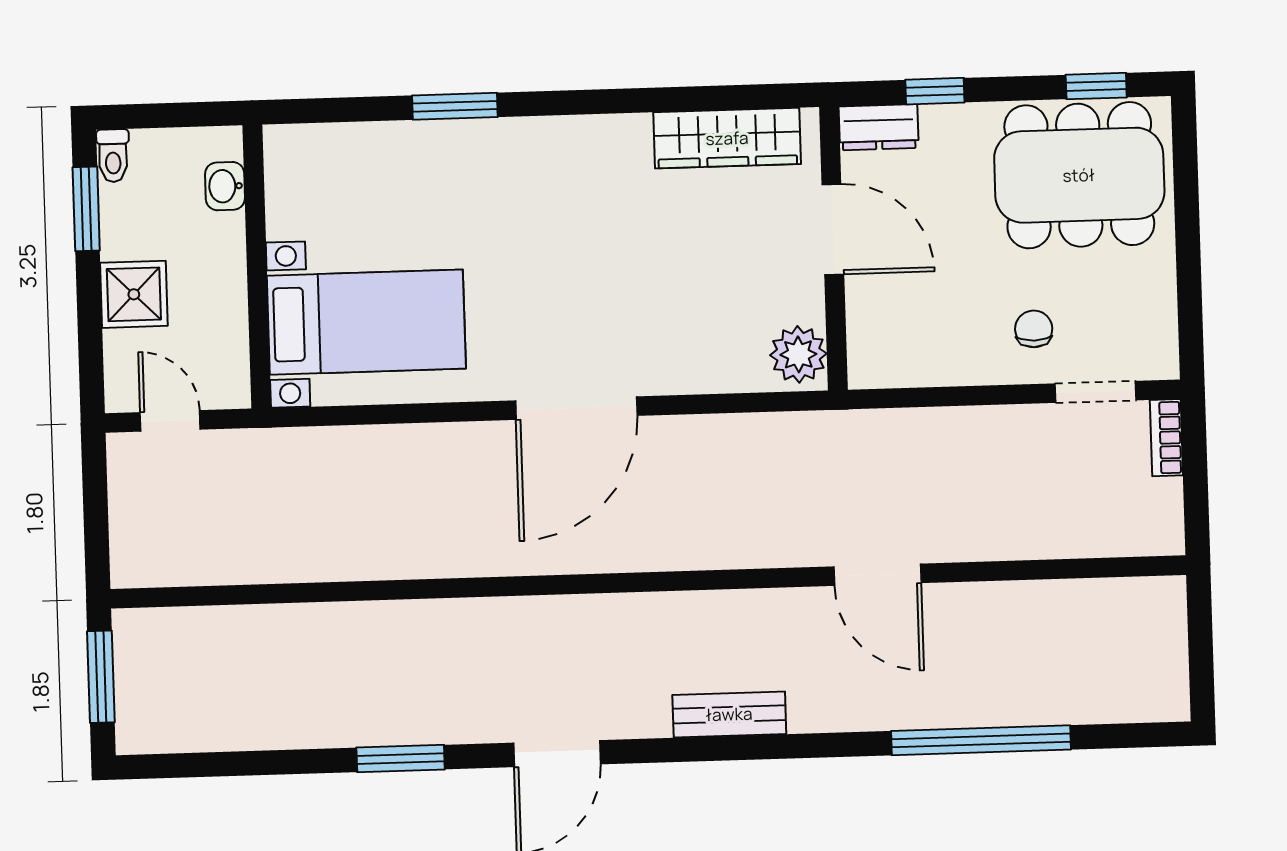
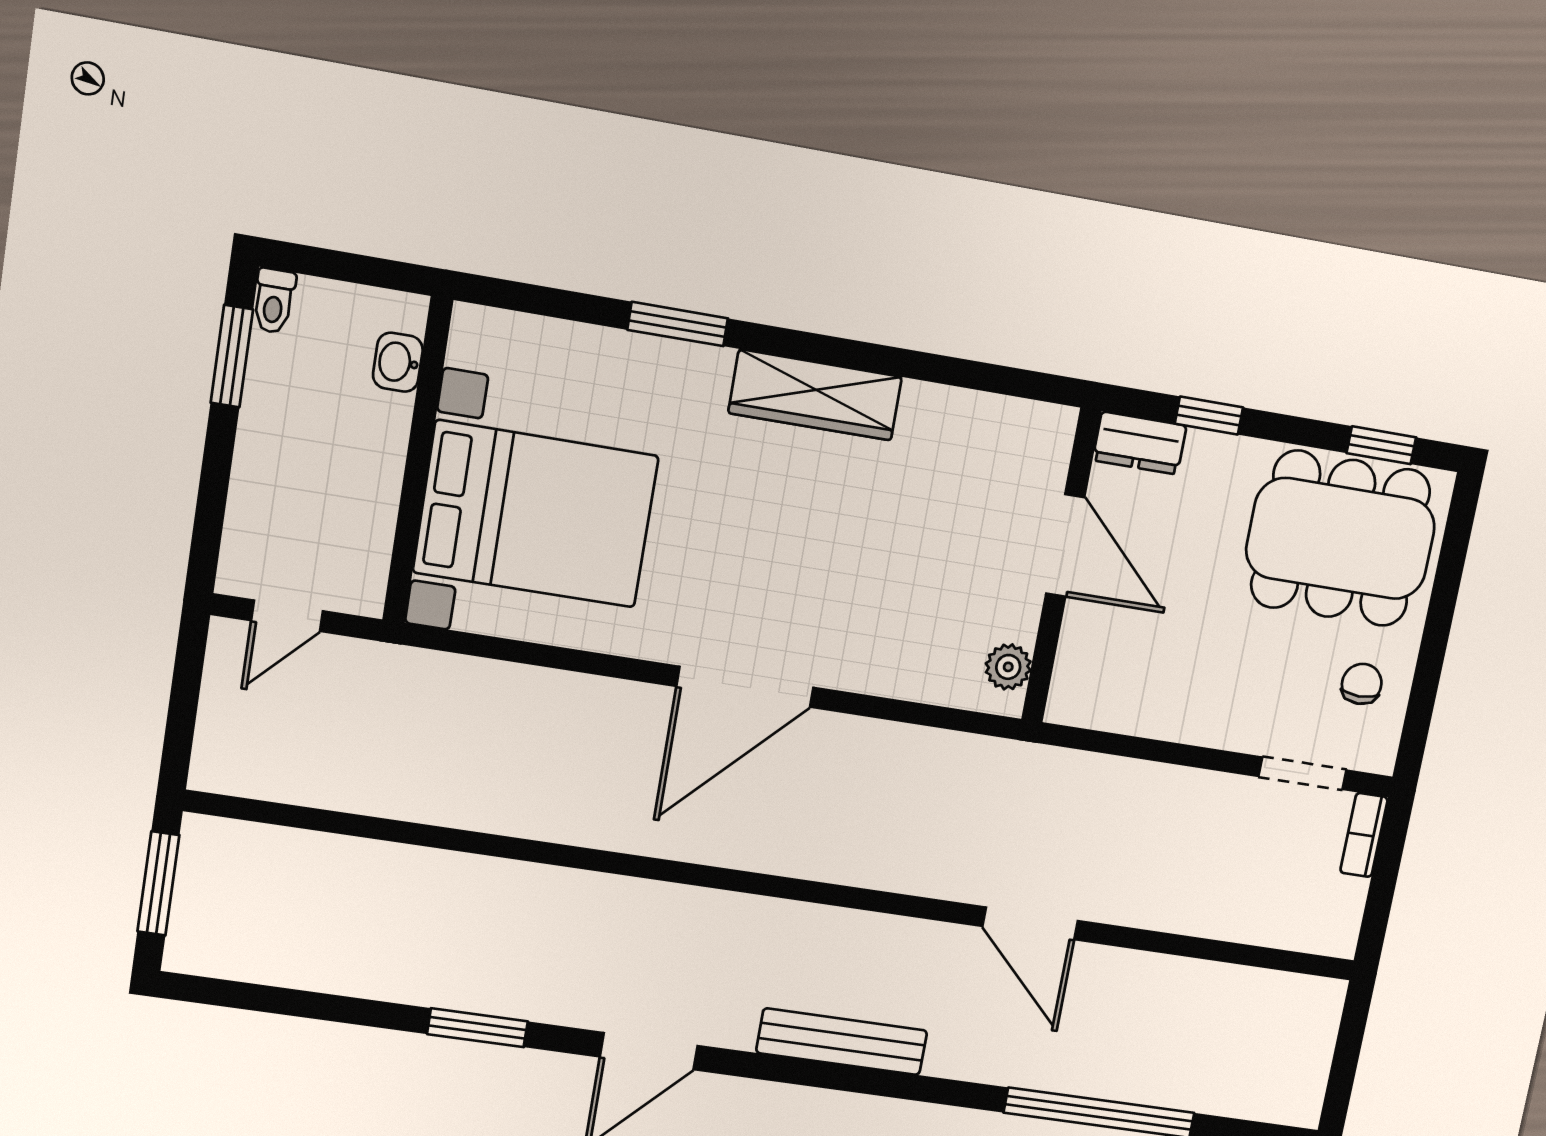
wardrobe: (727, 138) -> (815, 395), moved
shower: (134, 294) -> (270, 465), removed
bed with nightstands: (366, 322) -> (536, 514), width x1.36
chair: (1034, 329) -> (1362, 684), moved
plant: (798, 354) -> (1008, 667), width x0.73, depth x0.73
door: (170, 421) -> (287, 616), swing flipped
bench: (729, 714) -> (842, 1042), width x1.36

